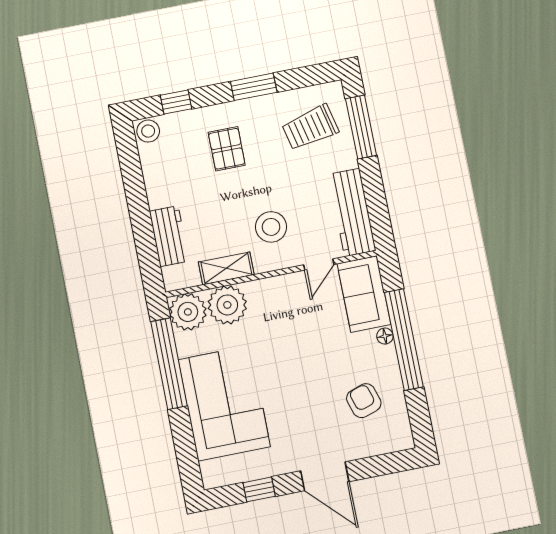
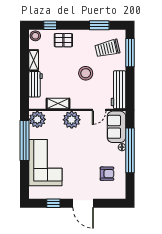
window: (254, 87) -> (99, 25), moved
pallet: (227, 149) -> (63, 40), moved, turned 90
shelving: (155, 185) -> (34, 60), added
stool: (271, 227) -> (86, 73), moved
plant: (227, 305) -> (72, 120), moved
armchair: (364, 401) -> (107, 174), turned 108

